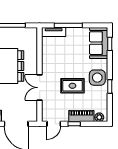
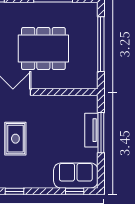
tv unit: (54, 32) -> (91, 130), moved
side table: (97, 78) -> (27, 174), removed

